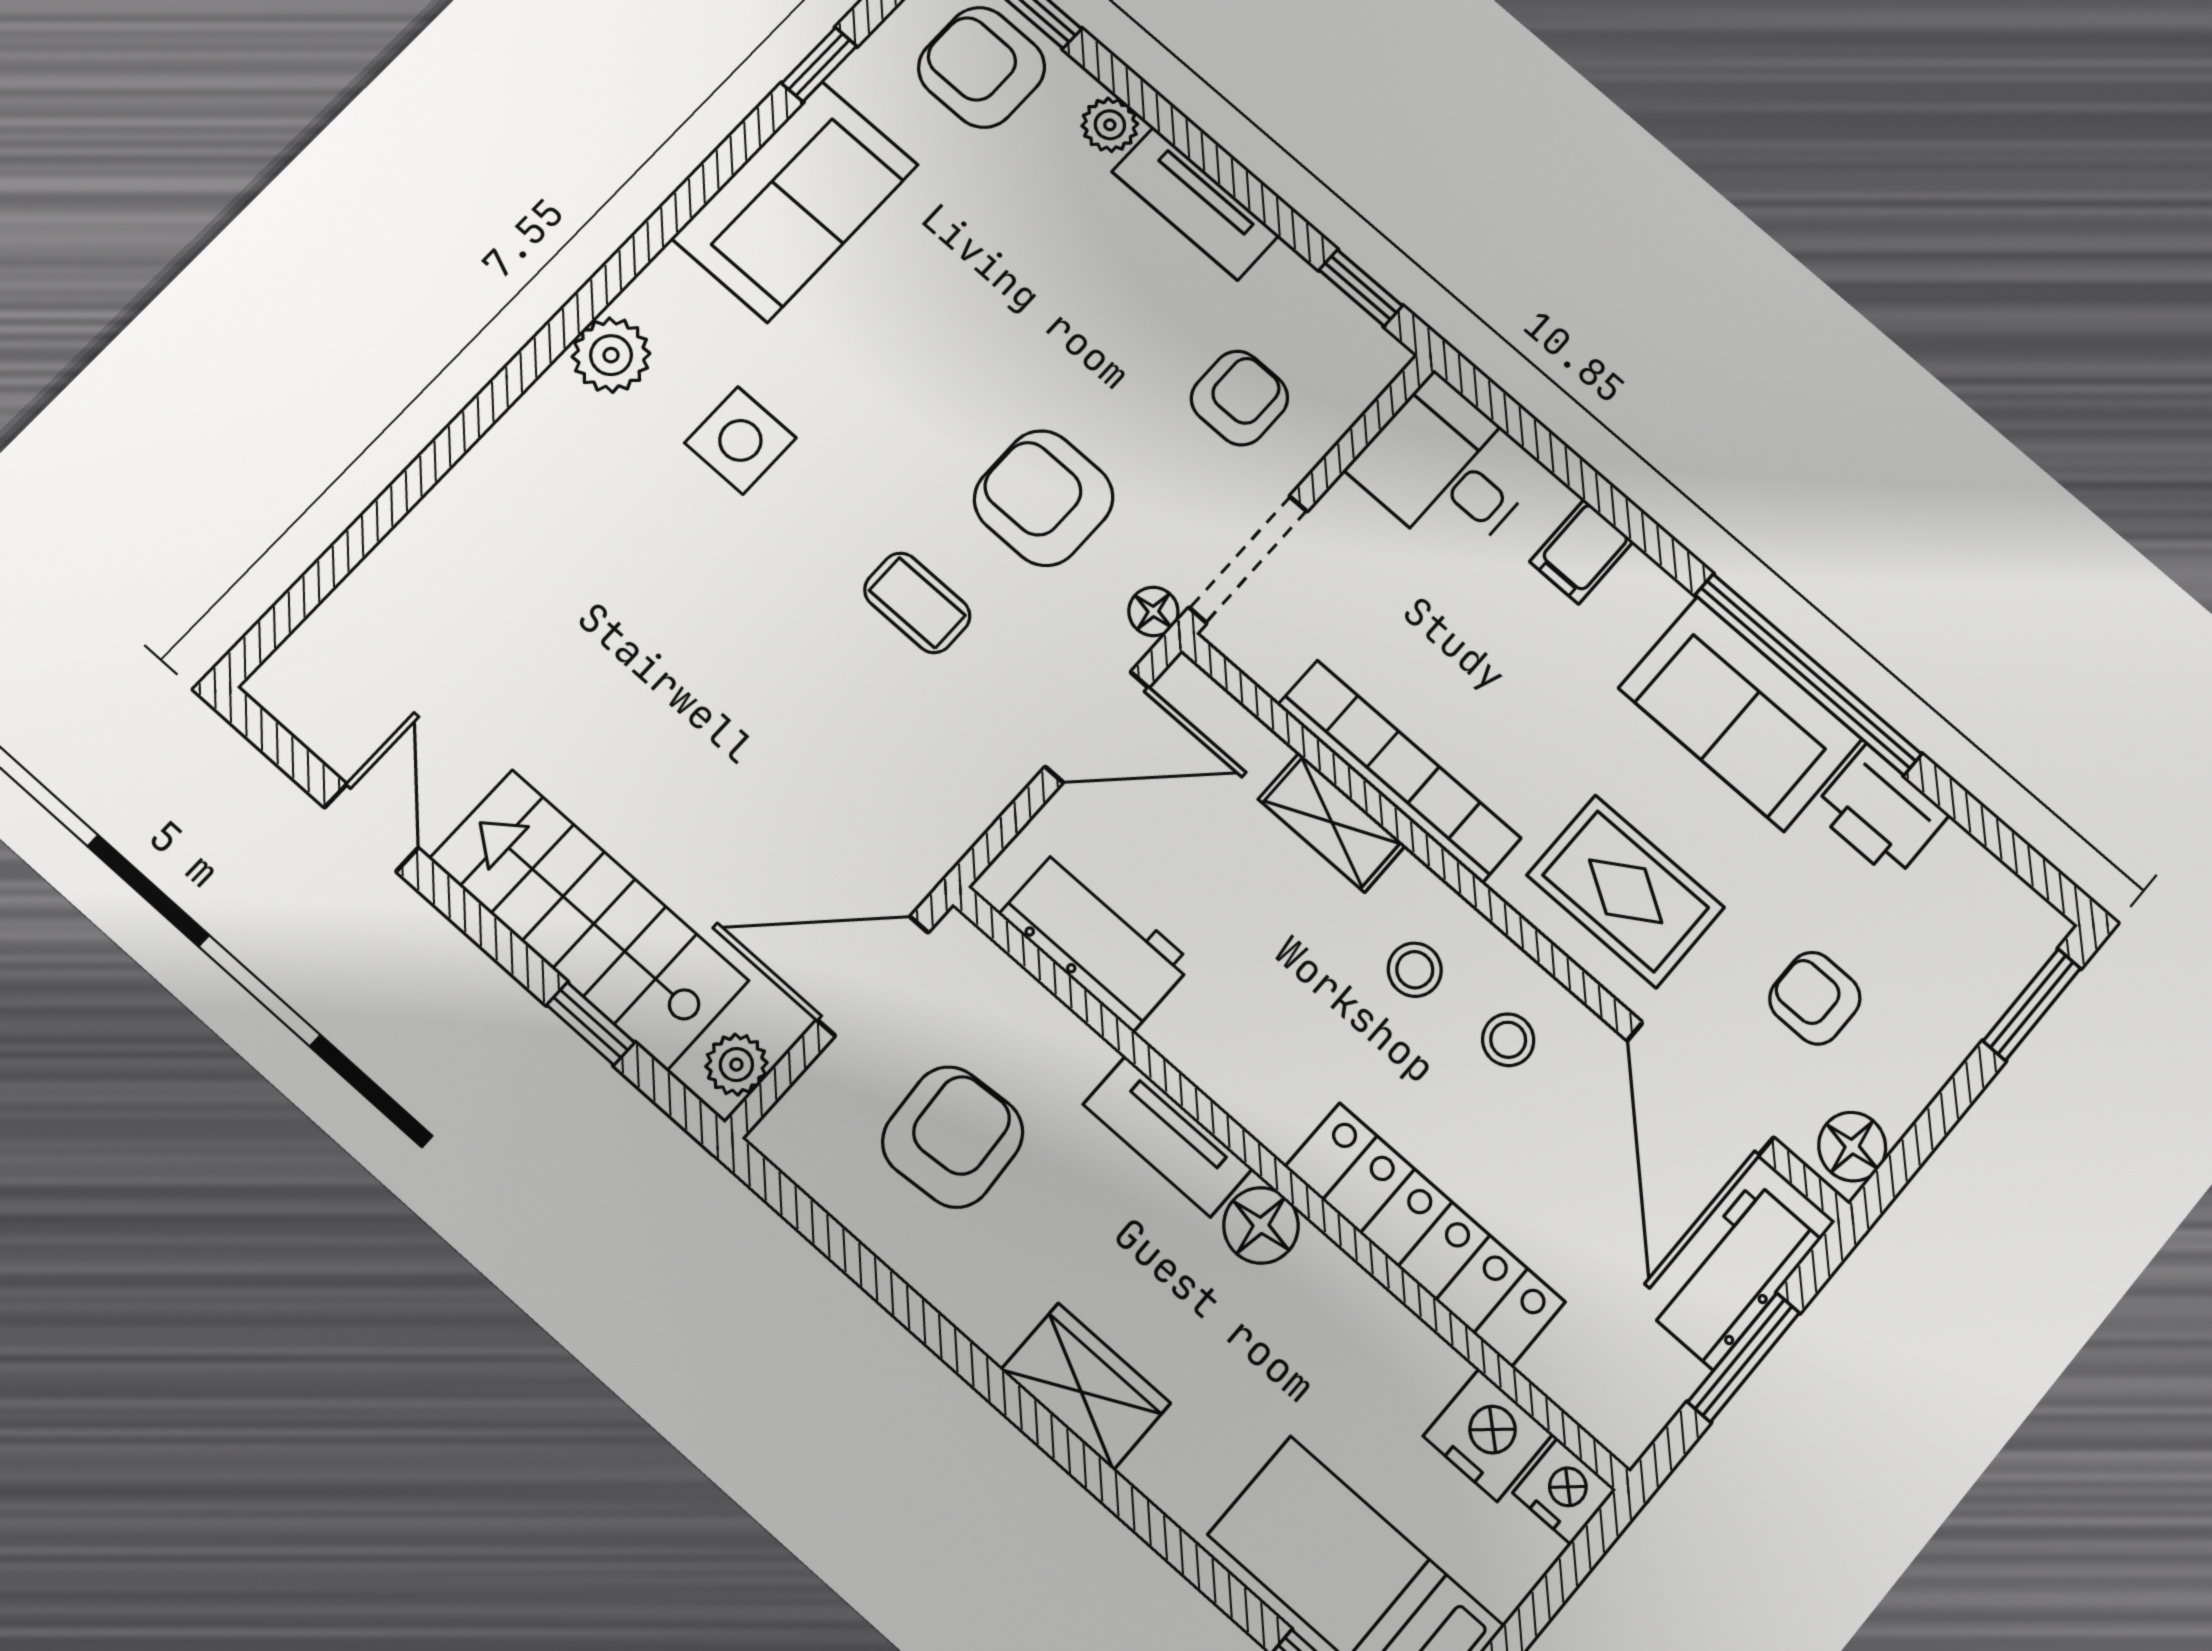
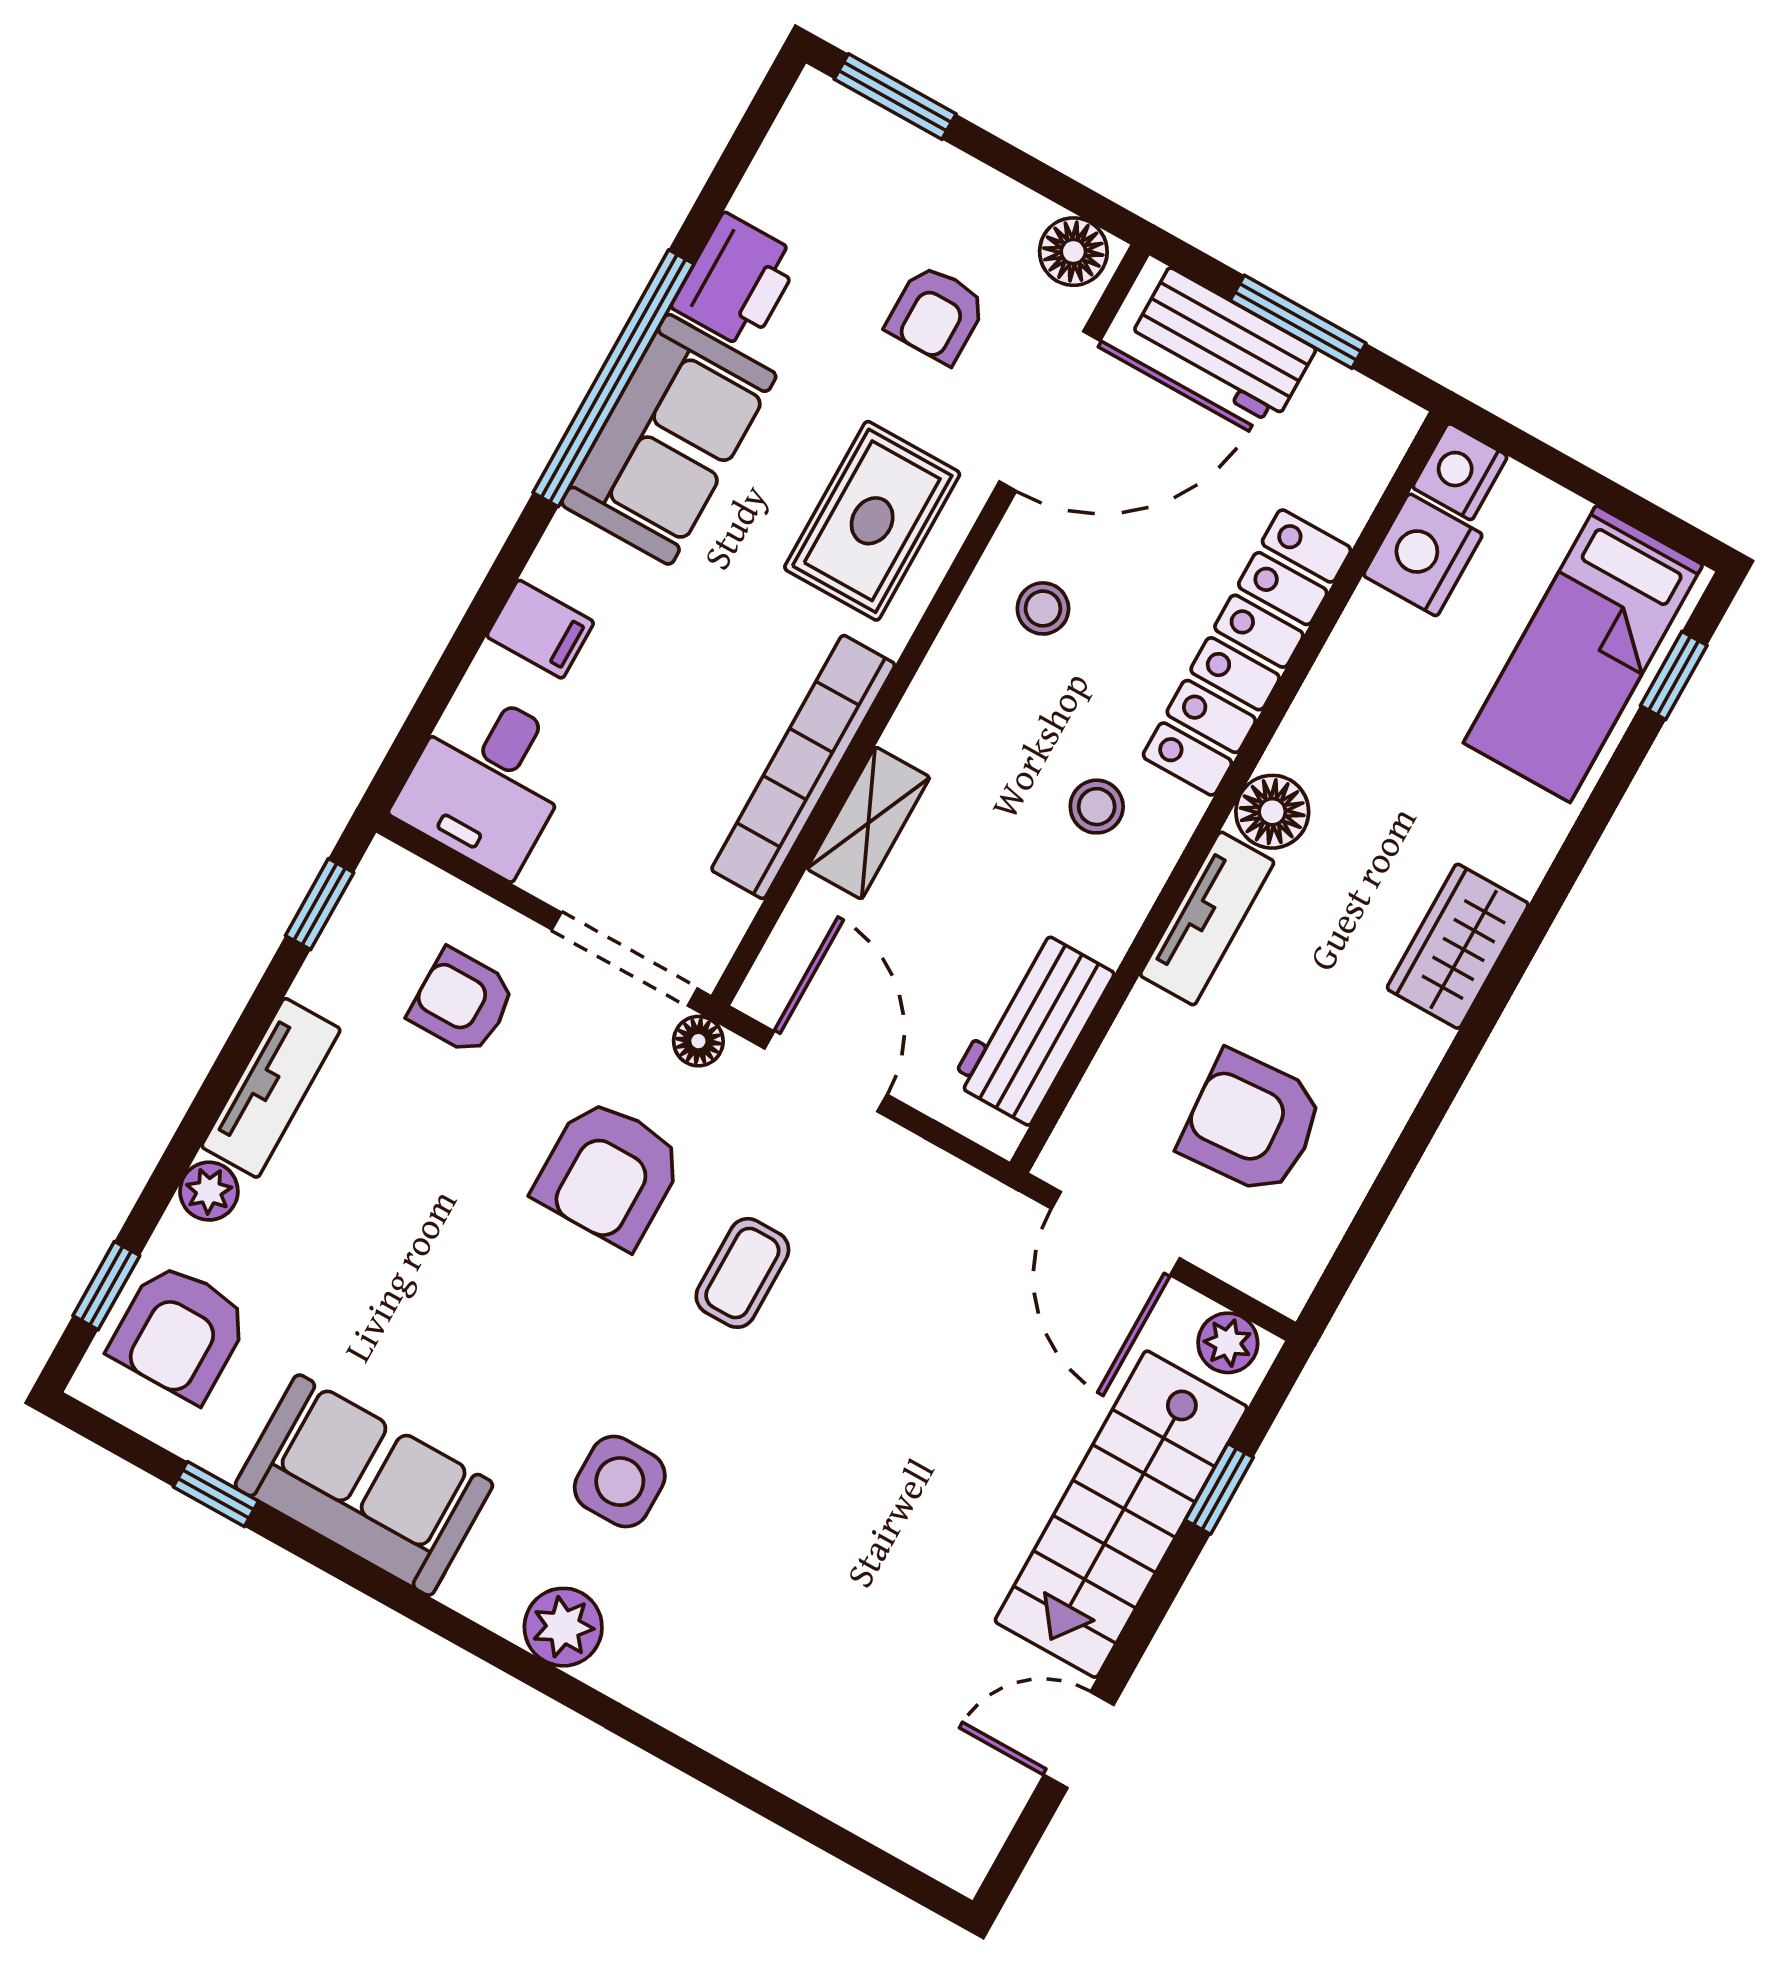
stool: (1415, 970) -> (1097, 807), moved

